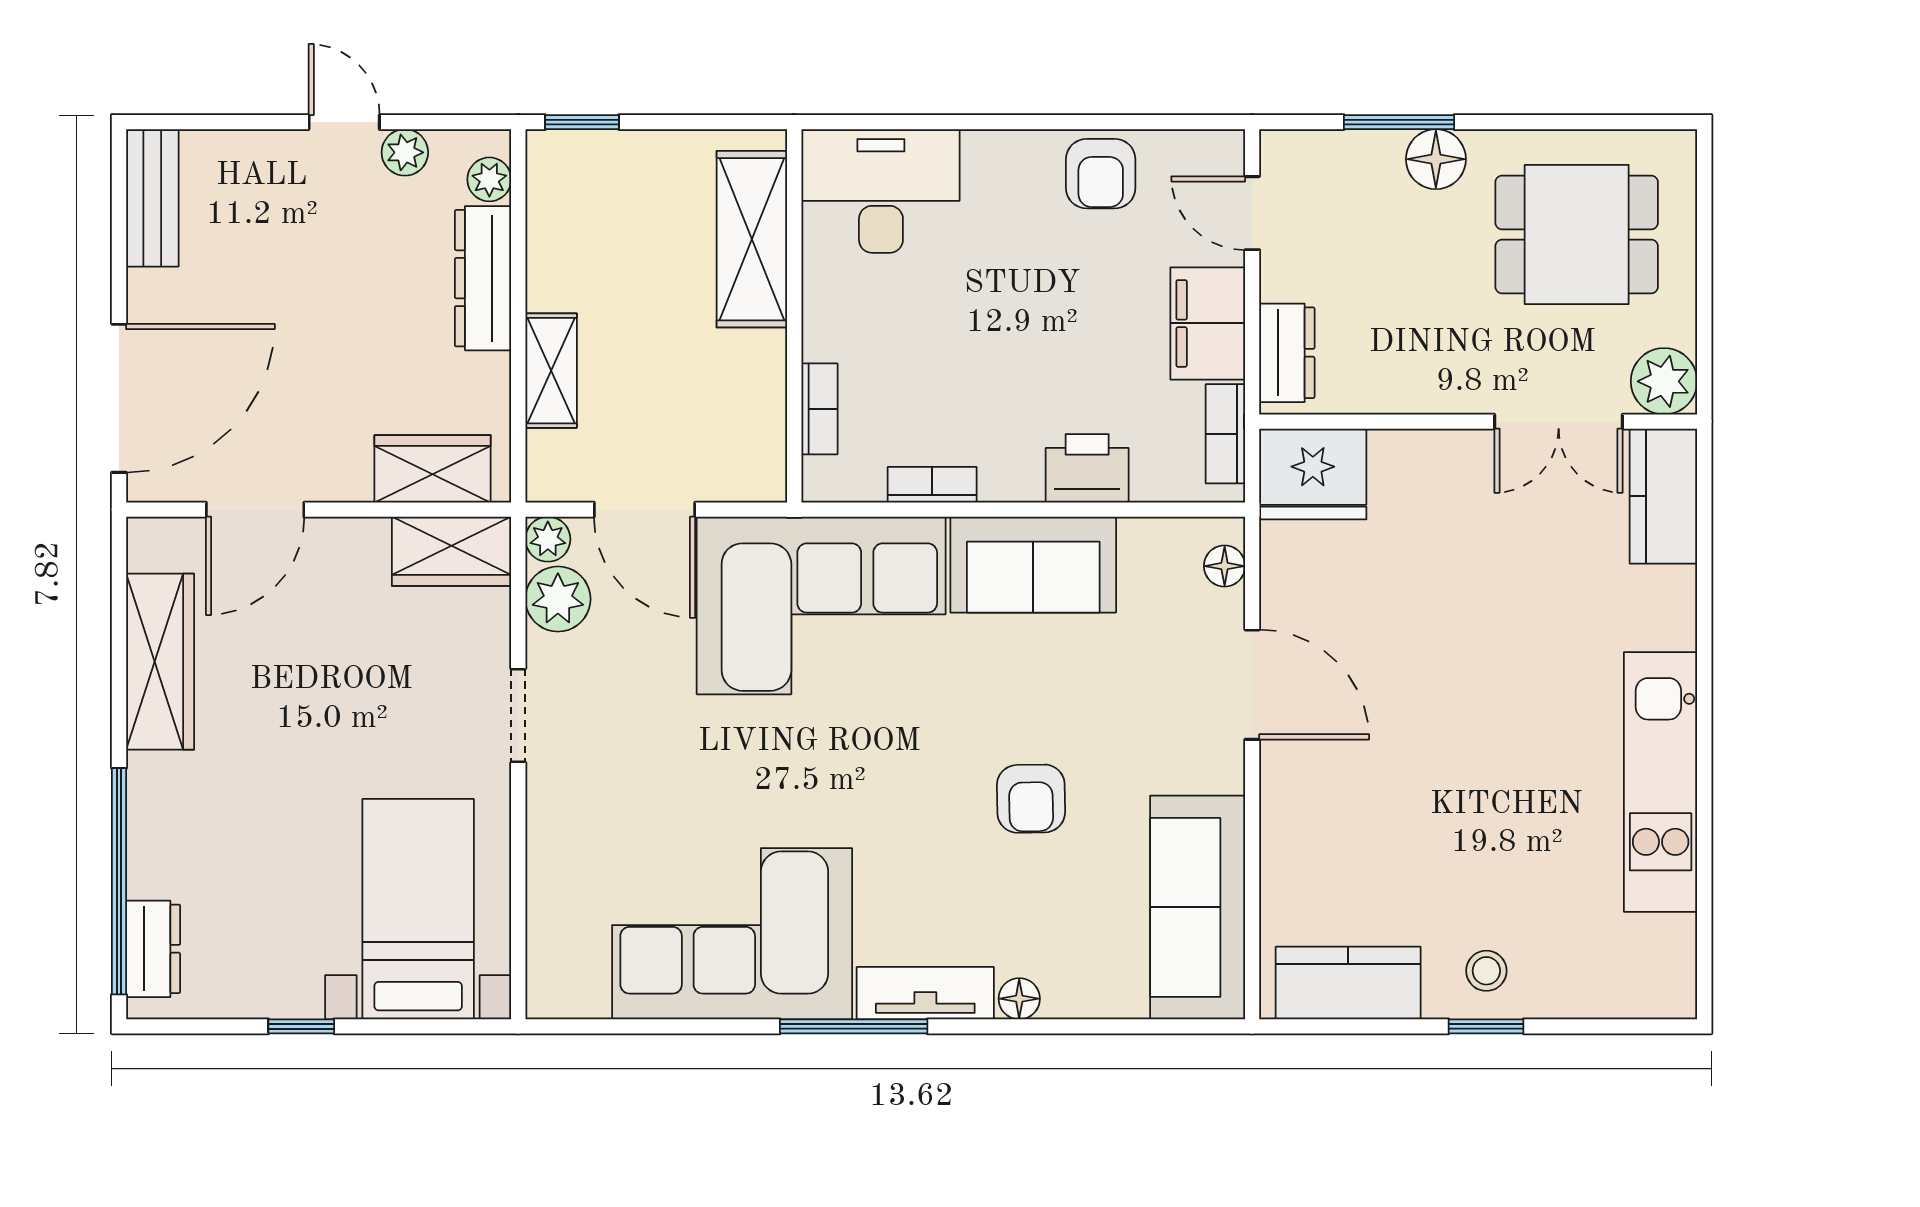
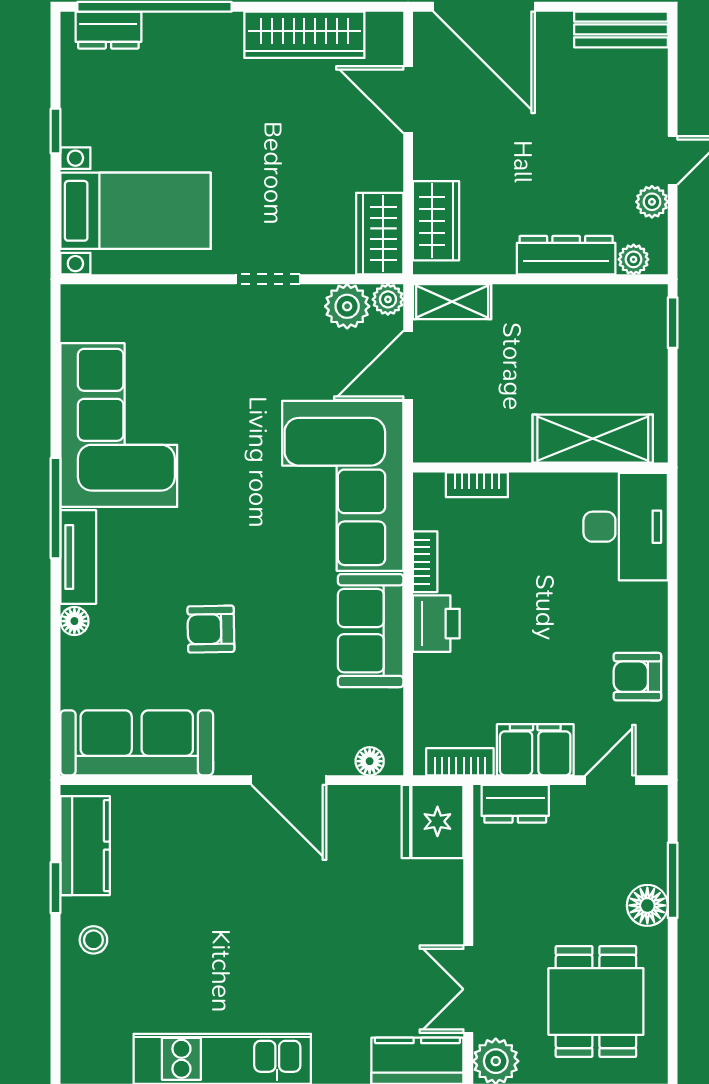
shelving: (551, 371) -> (452, 302), moved
printer: (1087, 468) -> (436, 624), moved
door: (1252, 685) -> (289, 780), hinge flipped
window: (1486, 1026) -> (56, 888), moved

